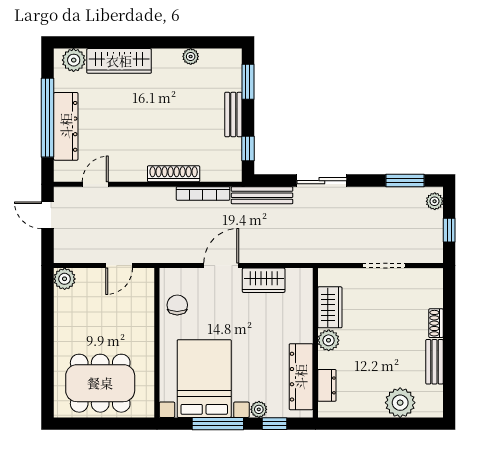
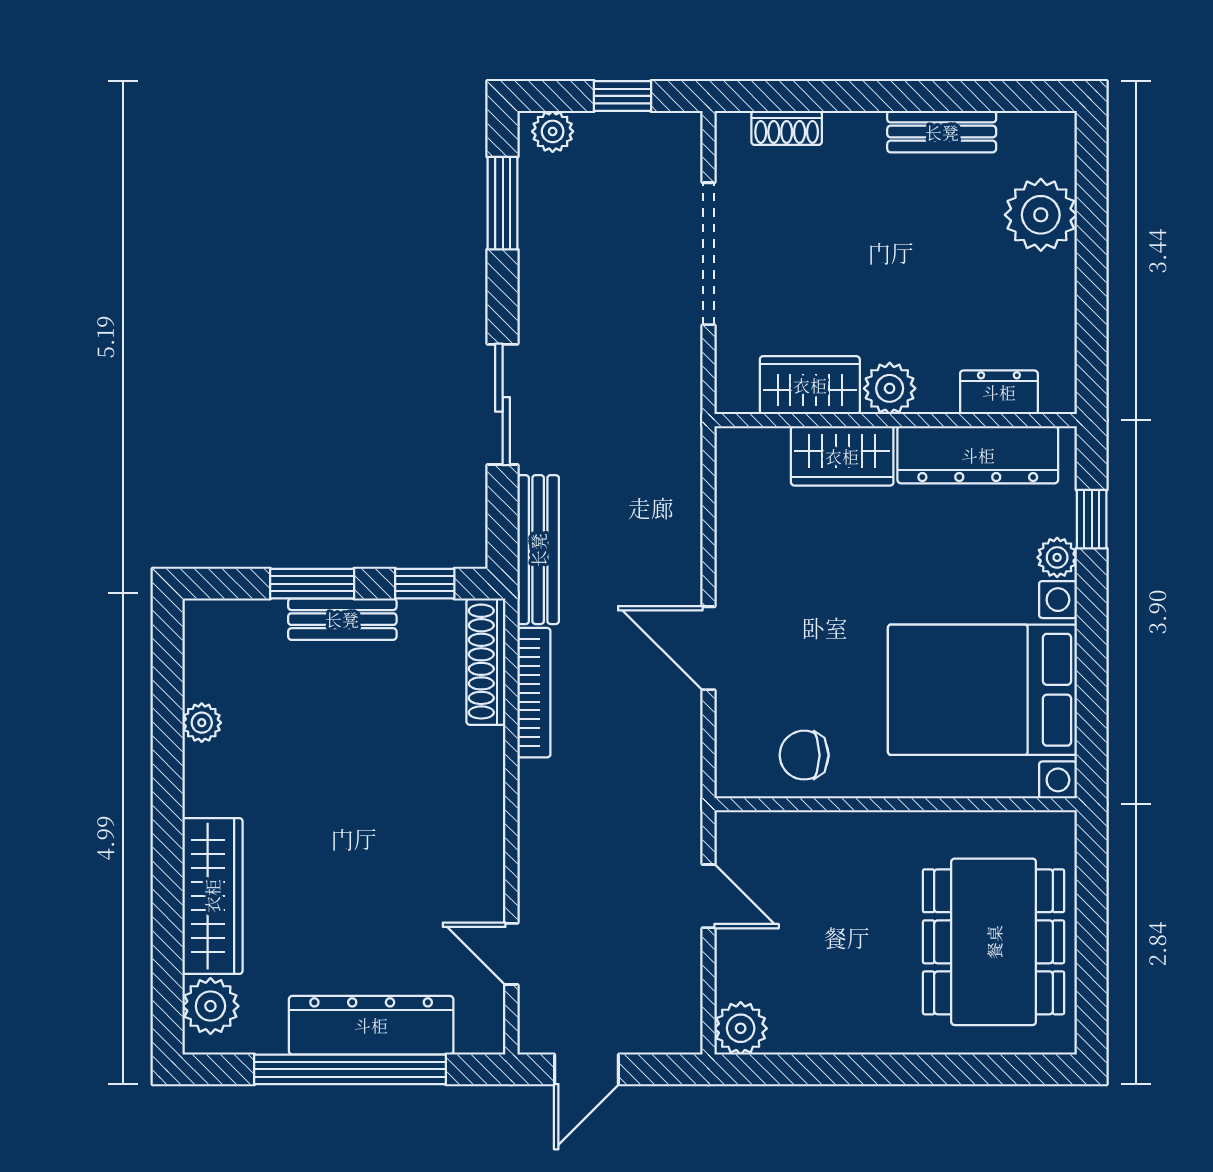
window: (248, 82) -> (312, 584), moved
shoe rack: (174, 174) -> (486, 662), moved
doorway: (384, 266) -> (708, 254), width x1.36
wardrobe: (264, 280) -> (842, 456), moved, turned 90
shoe rack: (436, 323) -> (787, 128), moved
window: (218, 424) -> (1092, 657), removed

